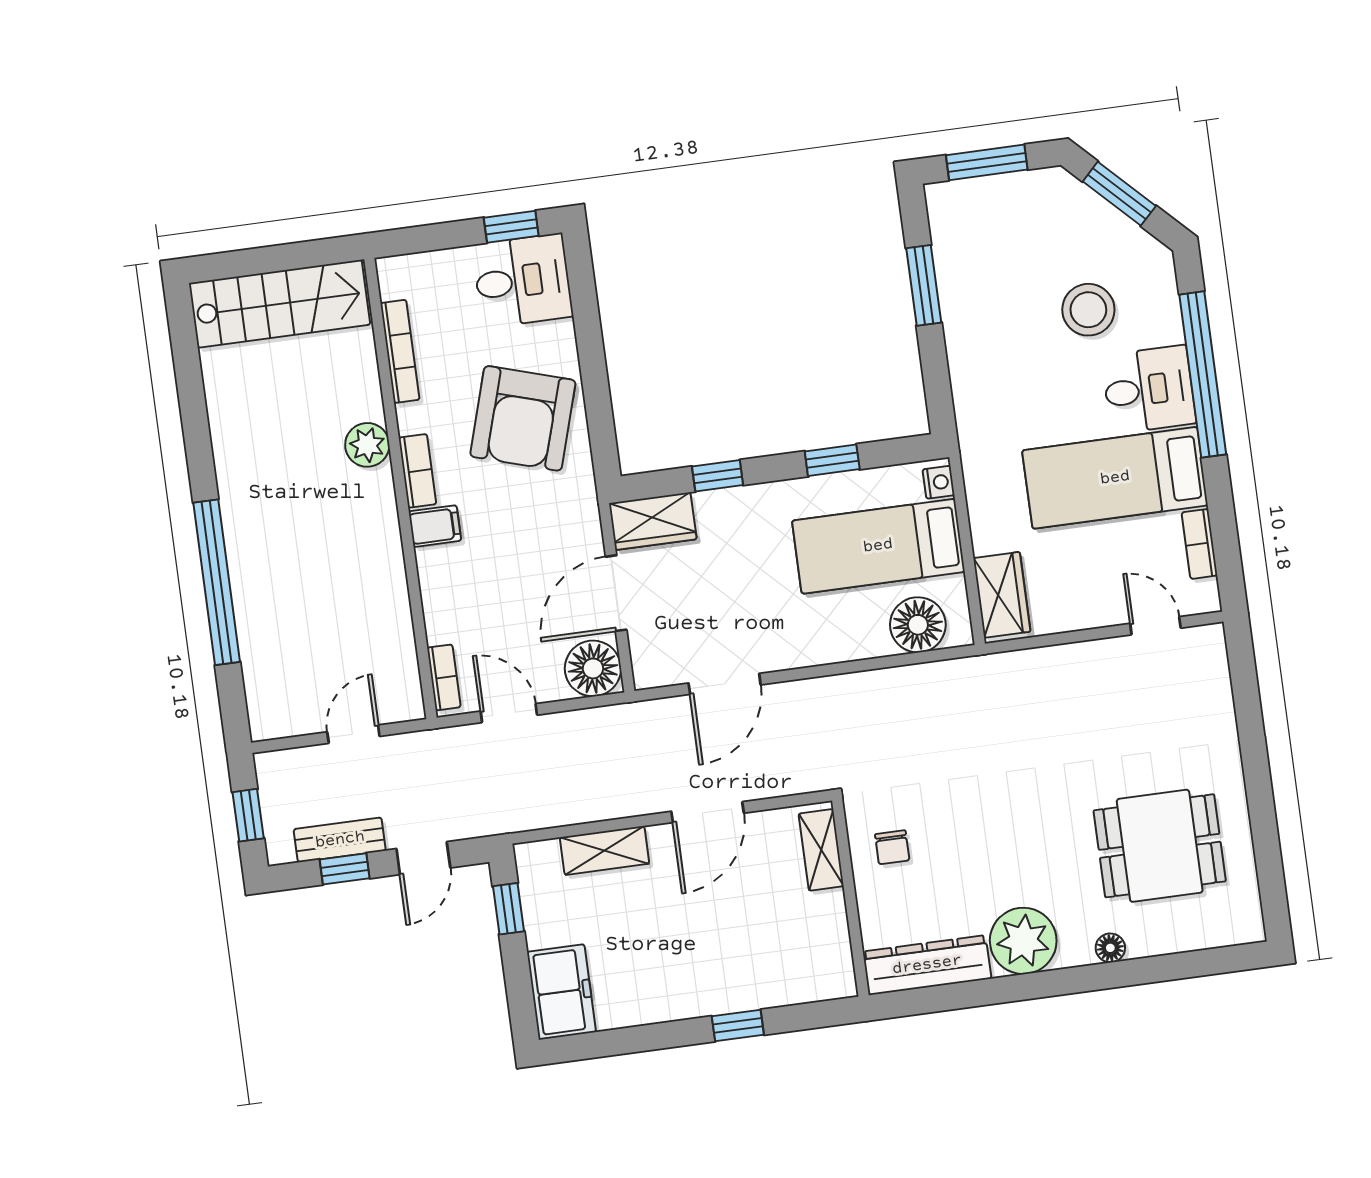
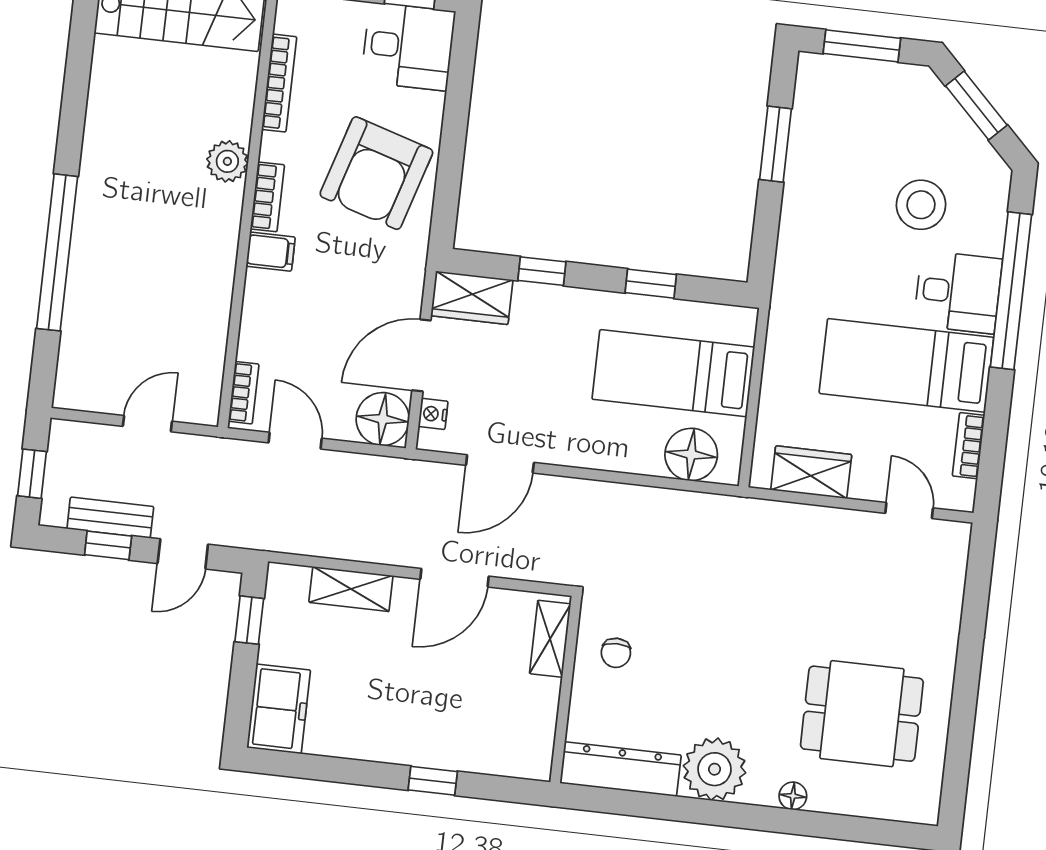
nightstand: (939, 482) -> (433, 414), moved, turned 180
wardrobe: (1002, 595) -> (811, 472), moved, turned -90

